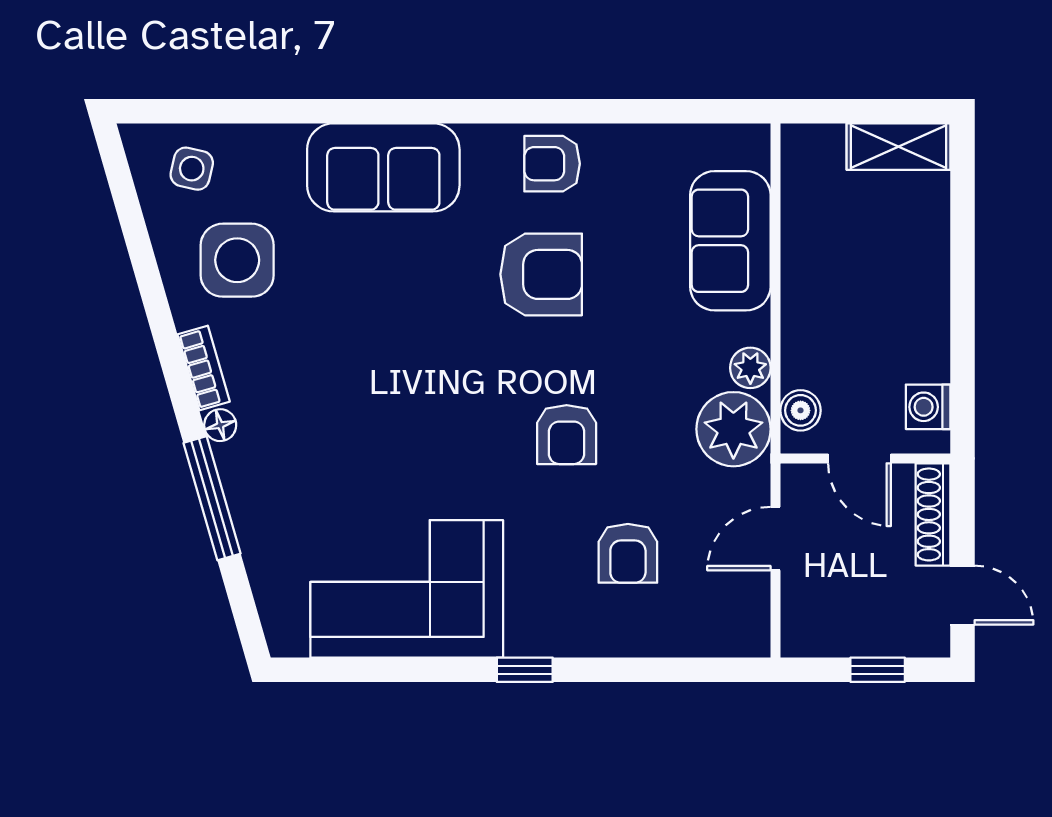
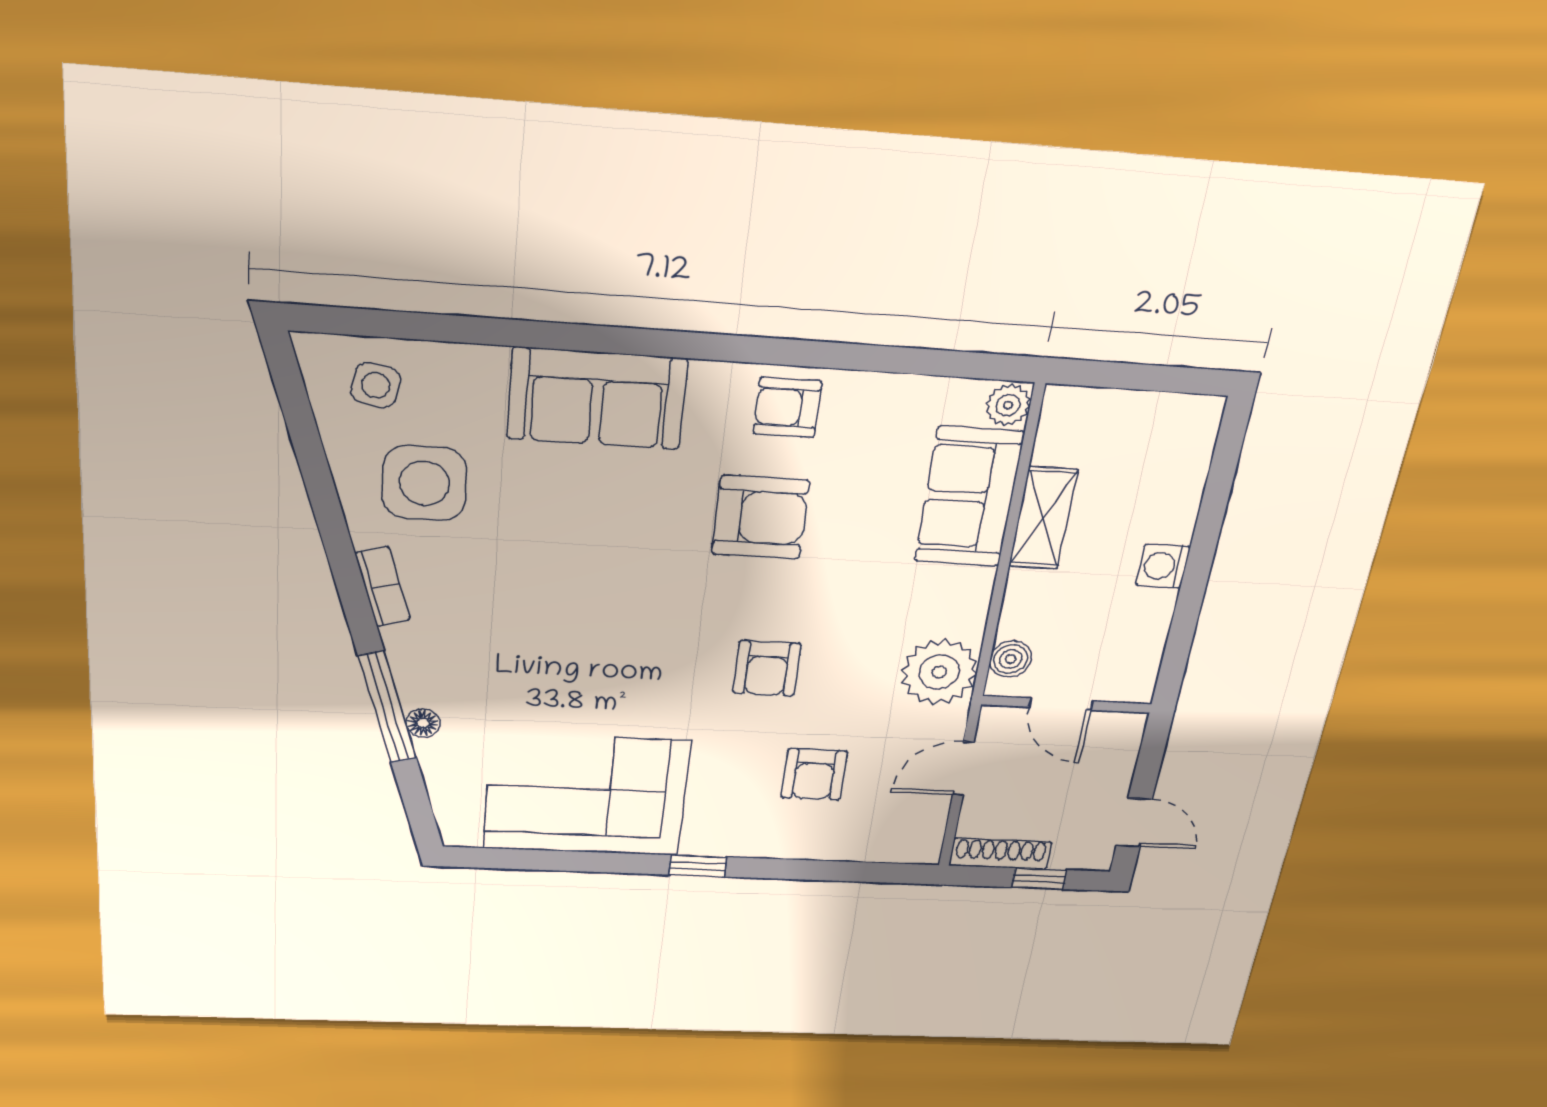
shelving: (898, 147) -> (1043, 518), moved, turned 90
plant: (750, 368) -> (1008, 405), moved
washing machine: (928, 407) -> (1163, 566), moved
floor lamp: (220, 425) -> (423, 723), moved
shoe rack: (933, 514) -> (1000, 854), moved, turned 90

